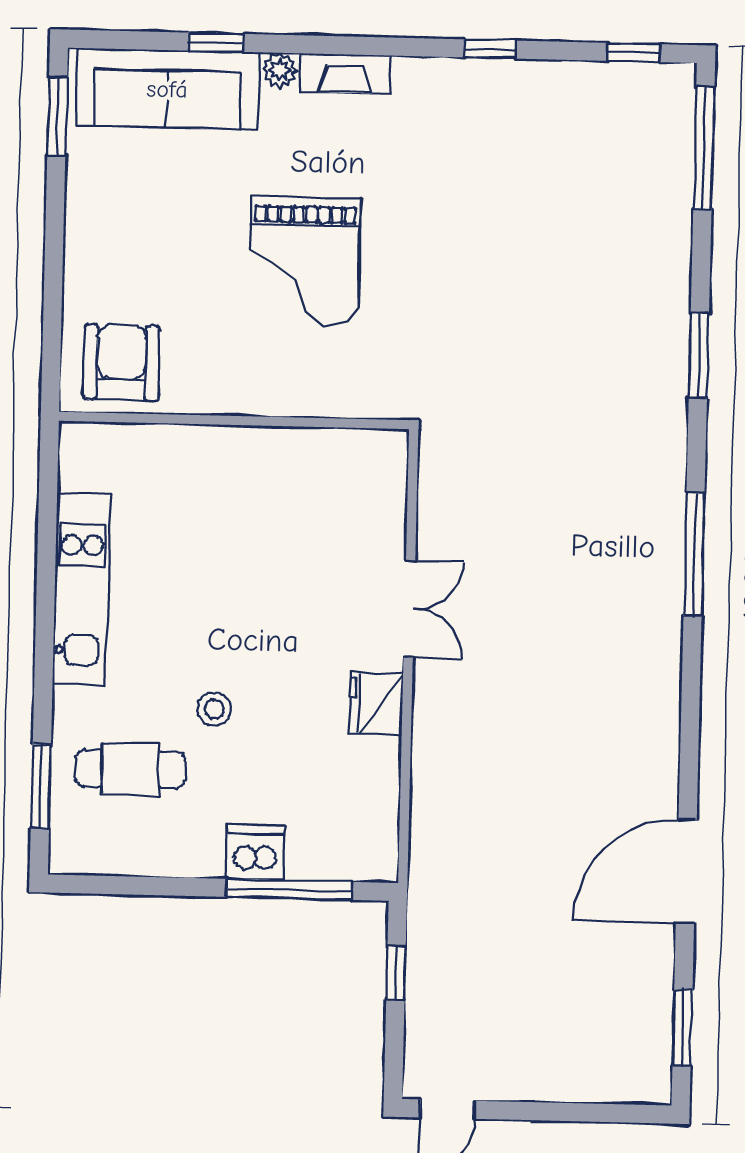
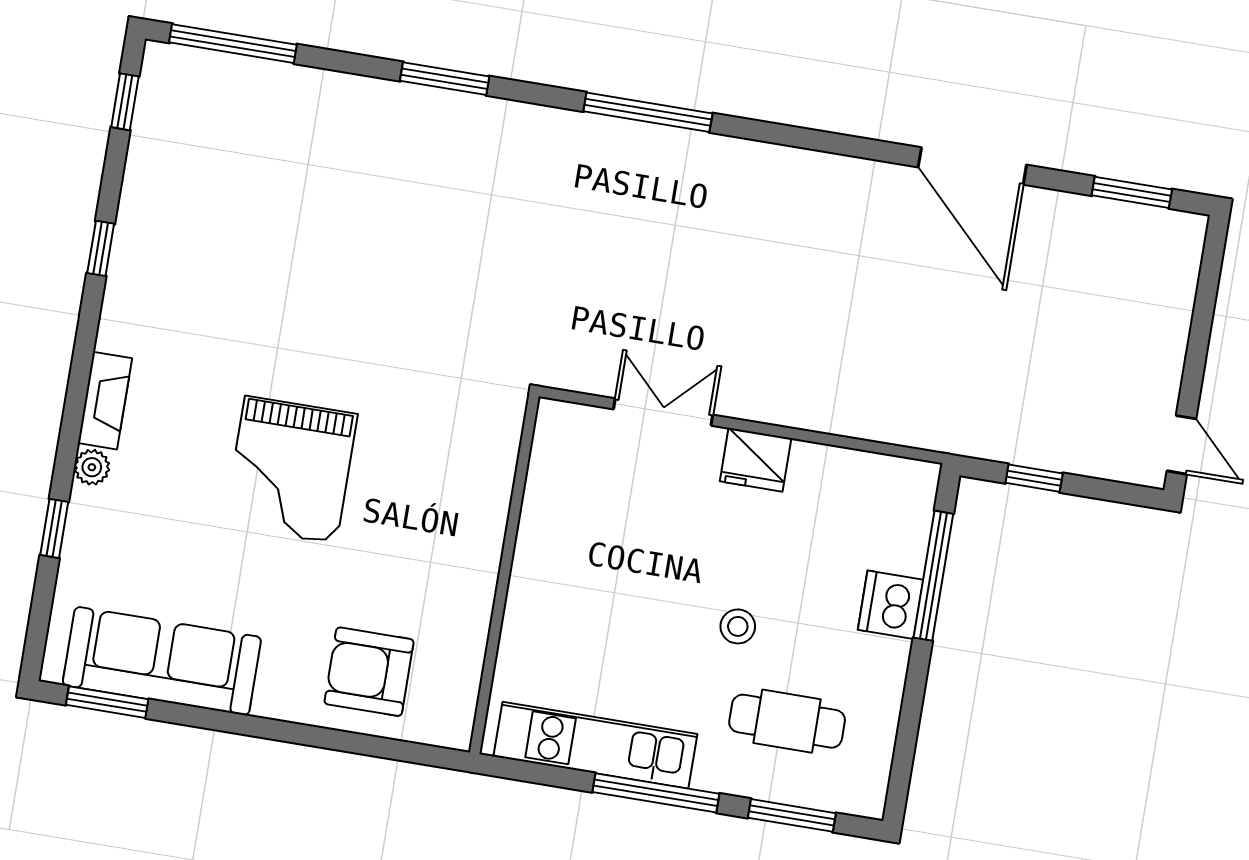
sofa: (167, 89) -> (162, 661), moved, turned -90
grand piano: (304, 260) -> (291, 470), turned 90
wall: (234, 420) -> (504, 574), moved
window: (44, 653) -> (656, 793), added
cafe table: (130, 769) -> (787, 721), turned 90

